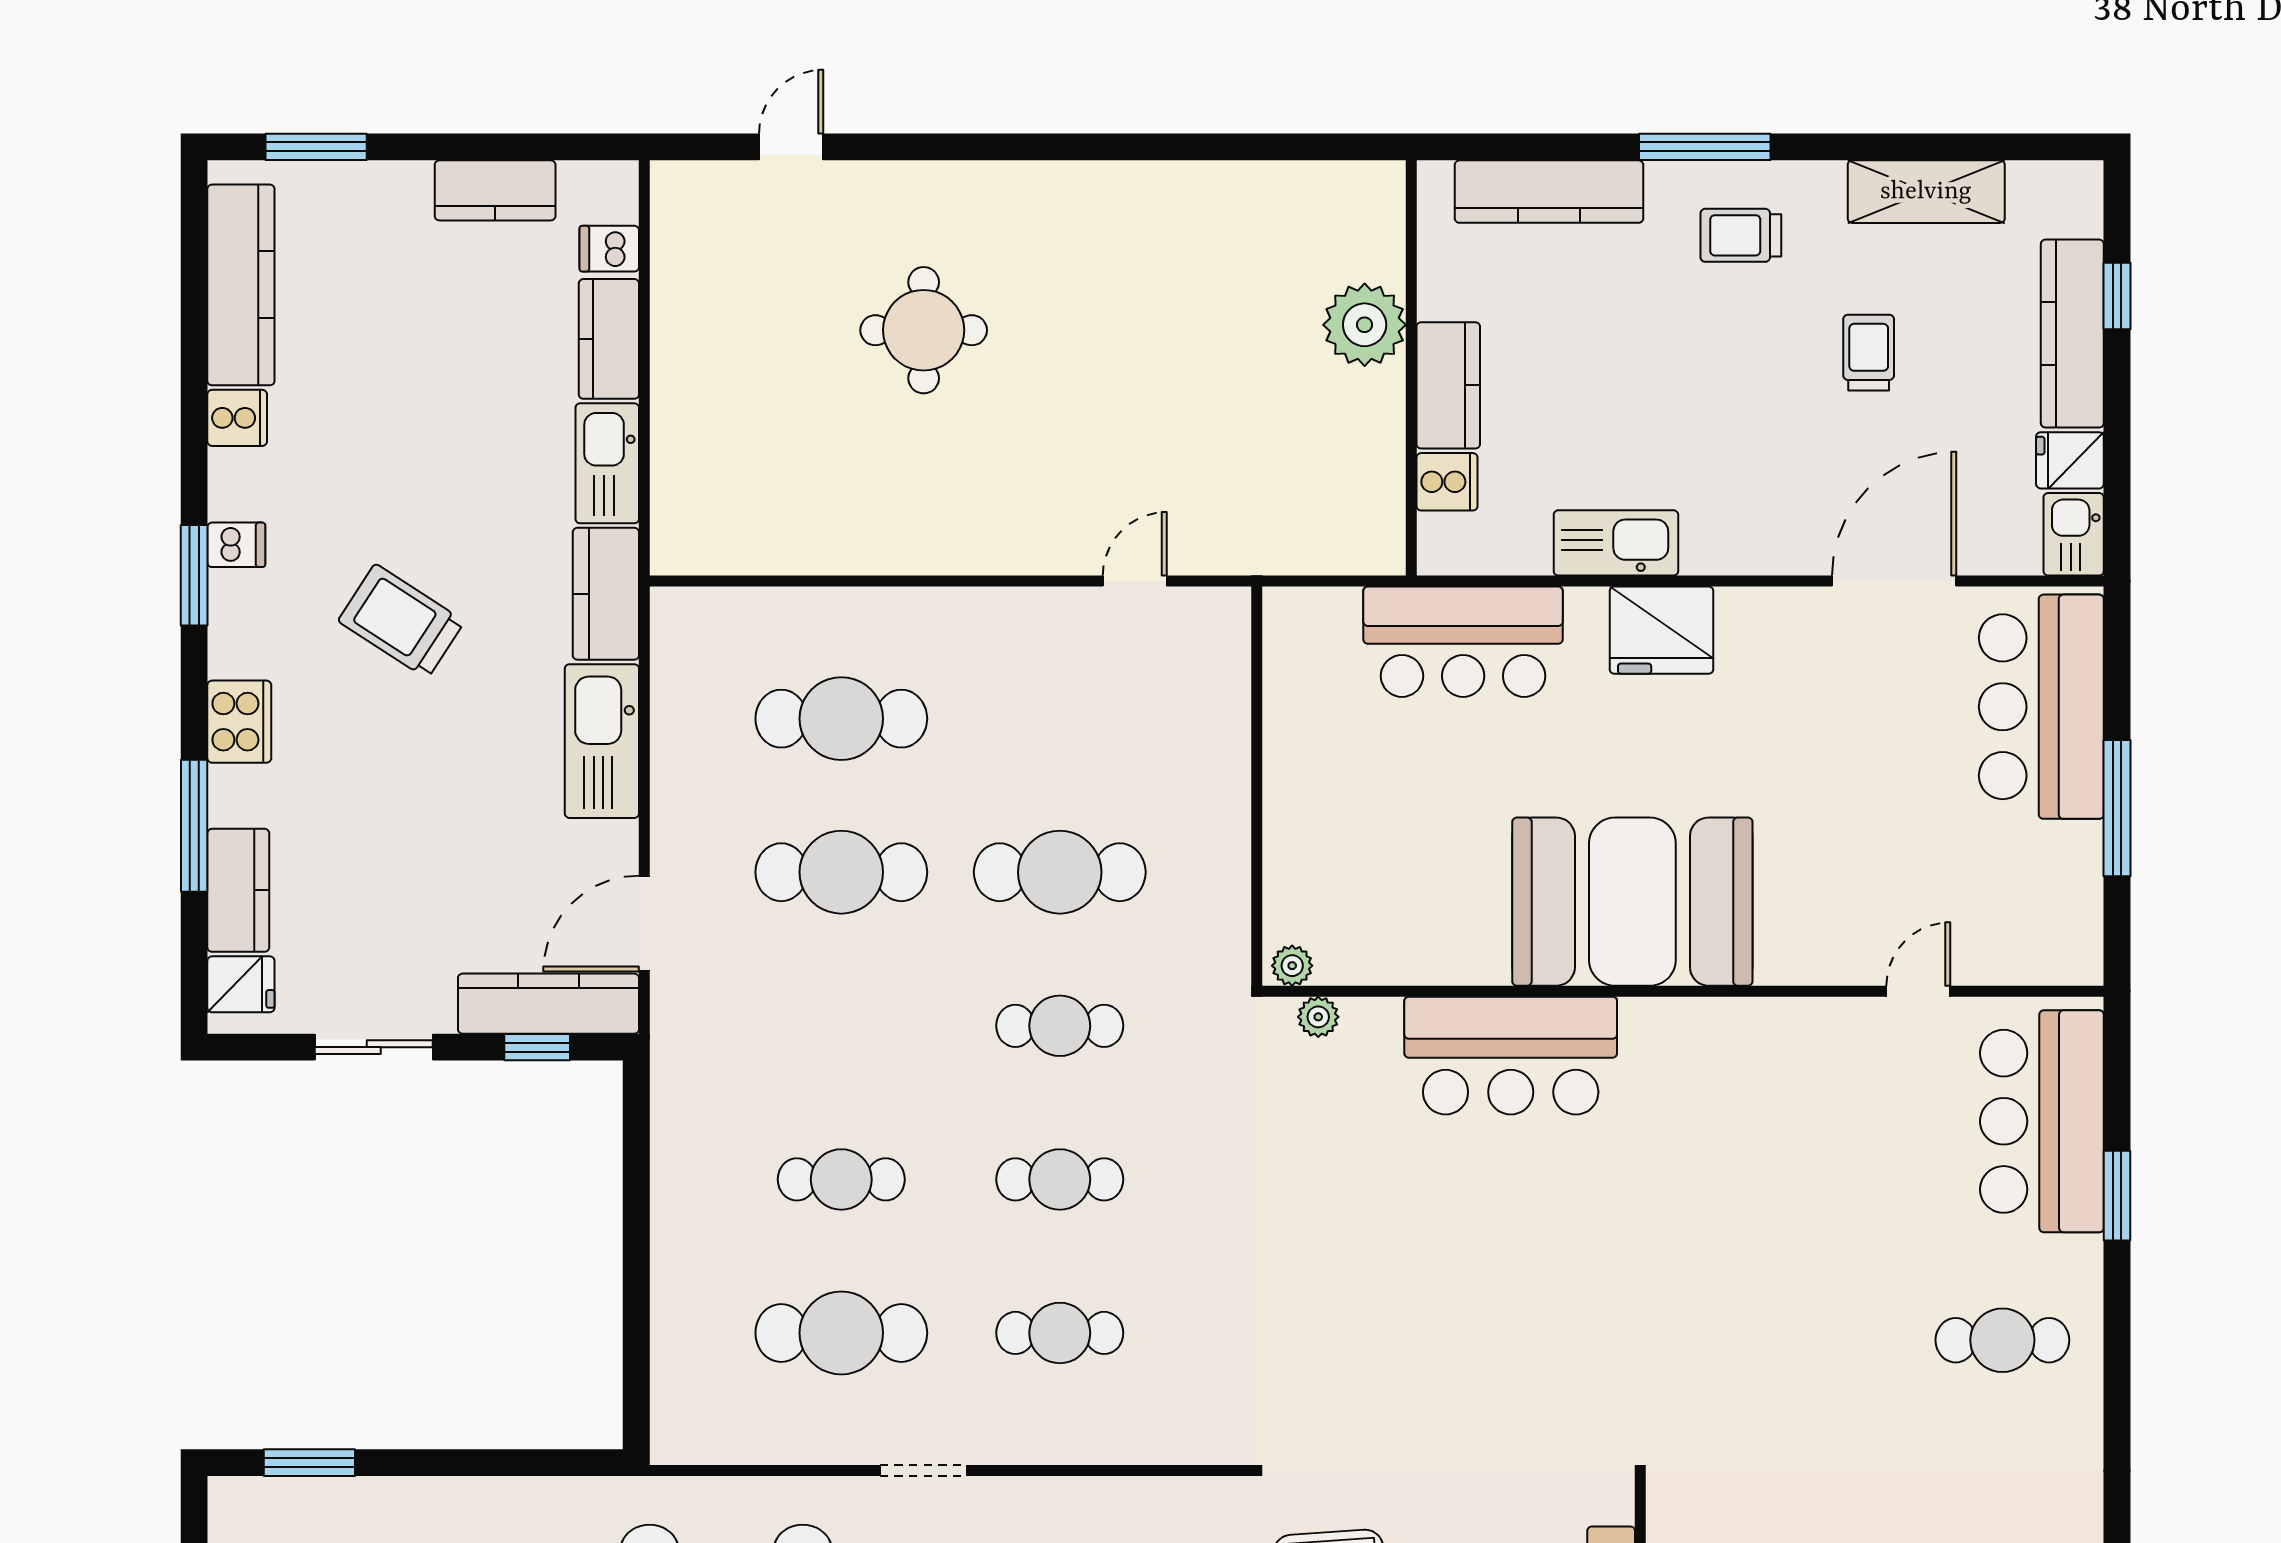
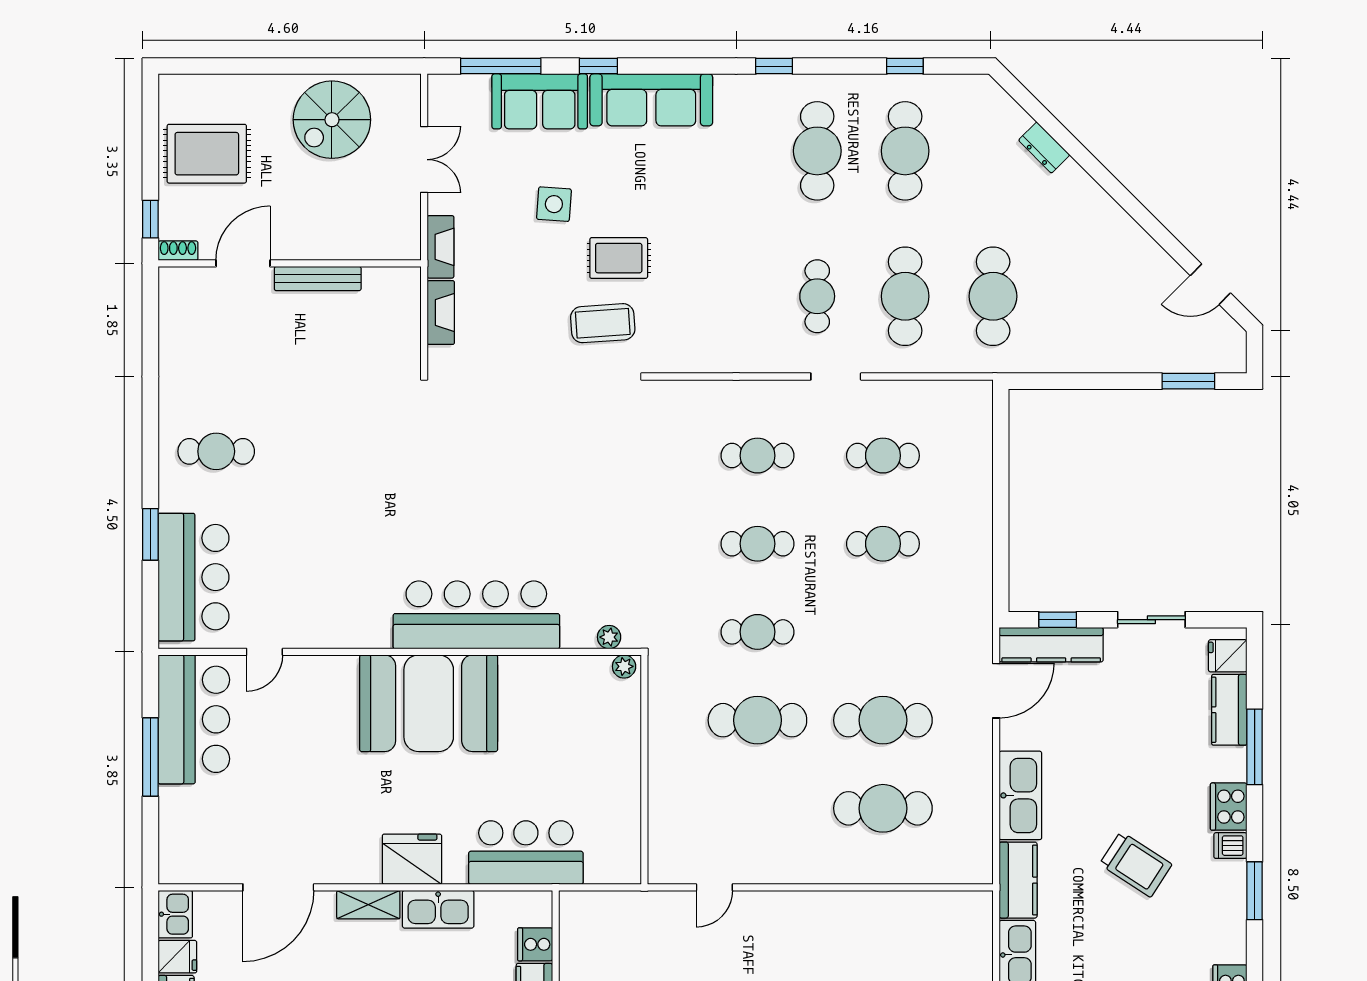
dishwasher: (236, 545) -> (1230, 846), moved
shelving: (1737, 551) -> (368, 905), added
bar counter: (2041, 707) -> (194, 719), moved
bar counter: (1511, 1056) -> (476, 615), width x1.36
cafe table: (841, 1333) -> (883, 456), width x0.73, depth x0.74

